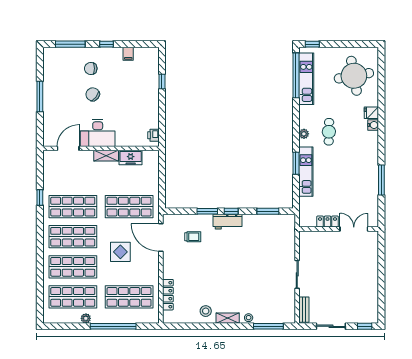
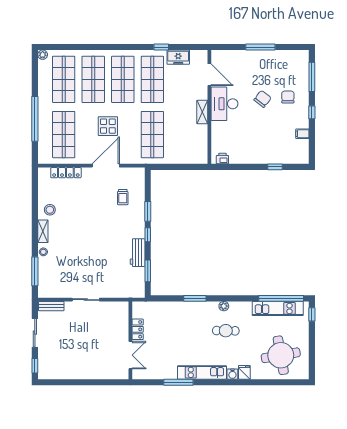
freezer: (131, 158) -> (178, 57), moved, turned -90
kitchen unit: (306, 172) -> (202, 372), moved, turned 180
workbench: (227, 222) -> (138, 253), moved
door: (161, 237) -> (106, 166), moved
plant: (86, 318) -> (43, 55), moved

